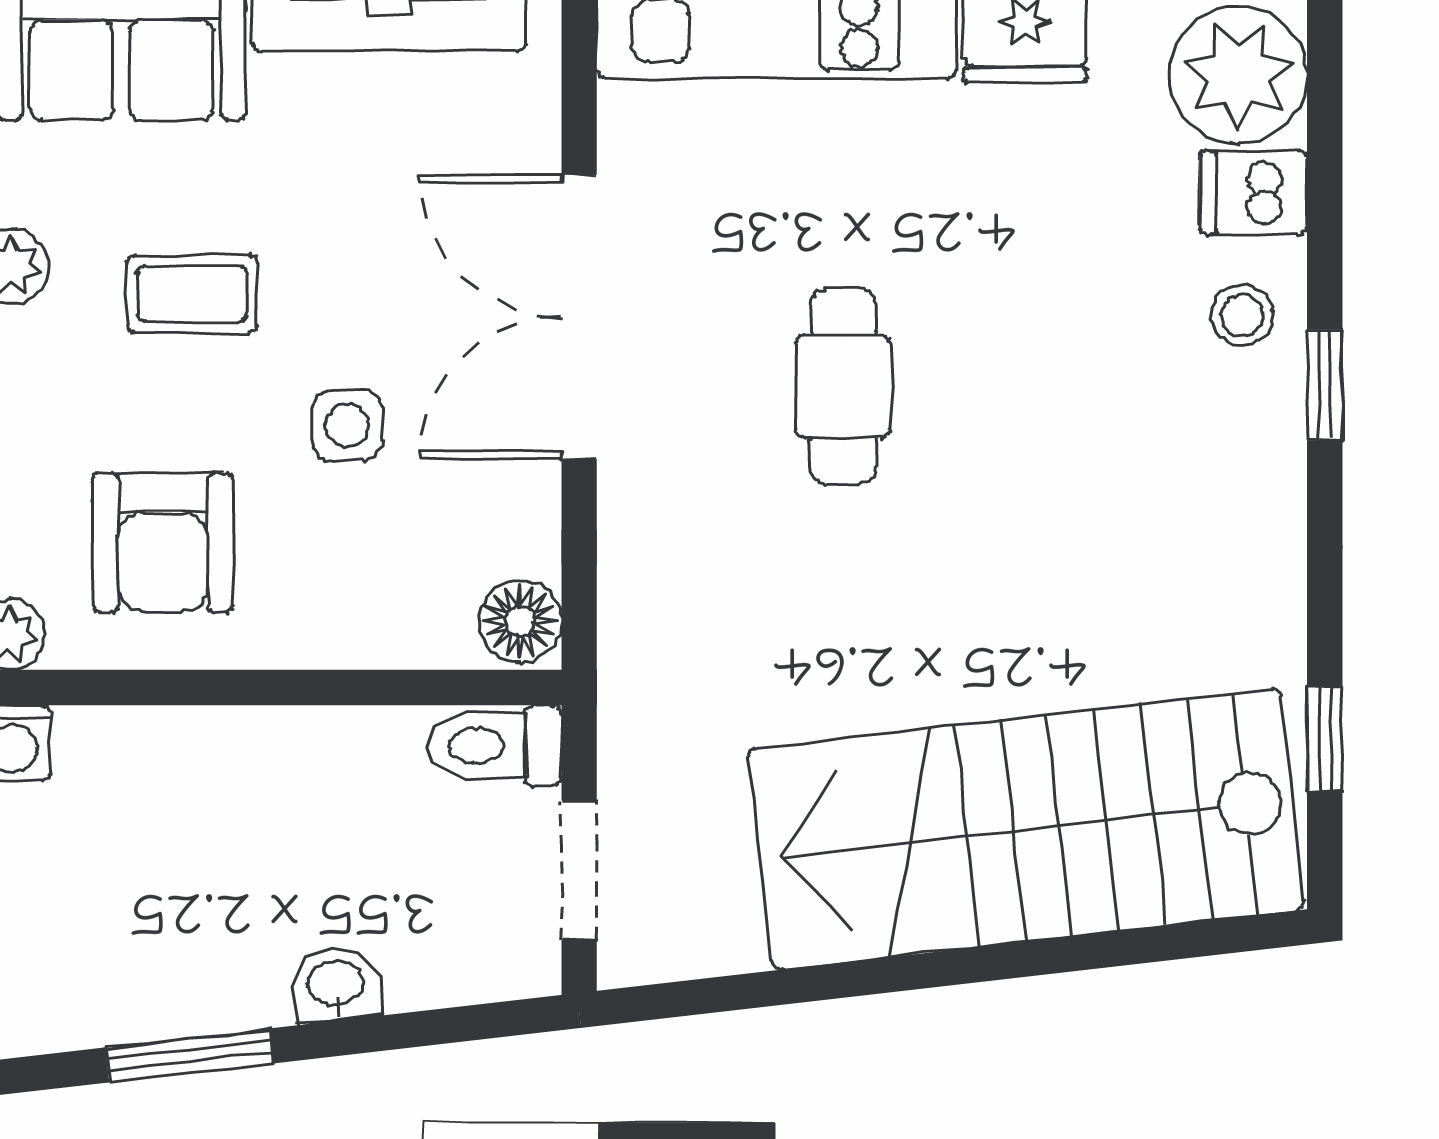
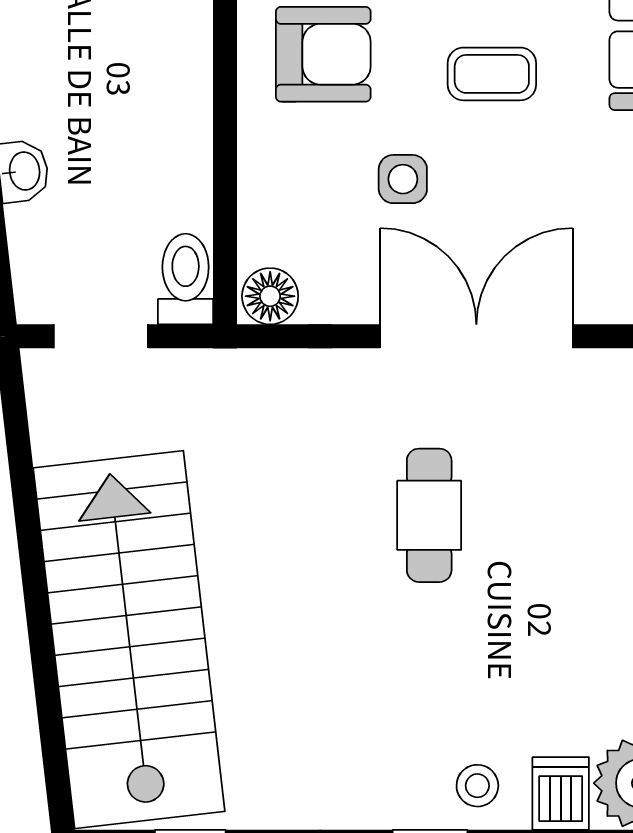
coffee table: (192, 294) -> (492, 74), turned 90
cafe table: (843, 386) -> (429, 515), turned 90
armchair: (163, 543) -> (323, 54), turned 180

